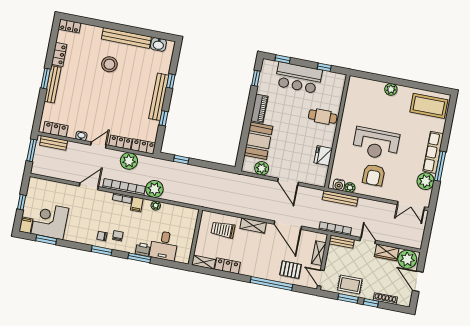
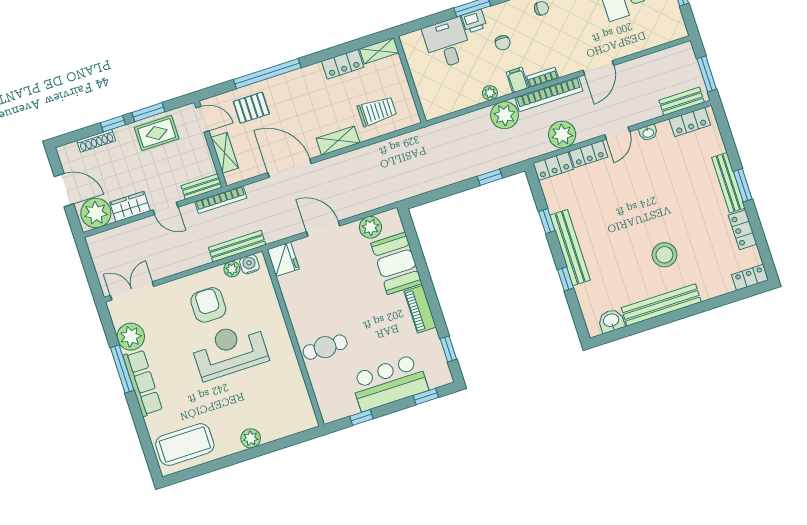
fridge: (323, 156) -> (283, 259), moved
chair: (118, 236) -> (503, 43), moved

